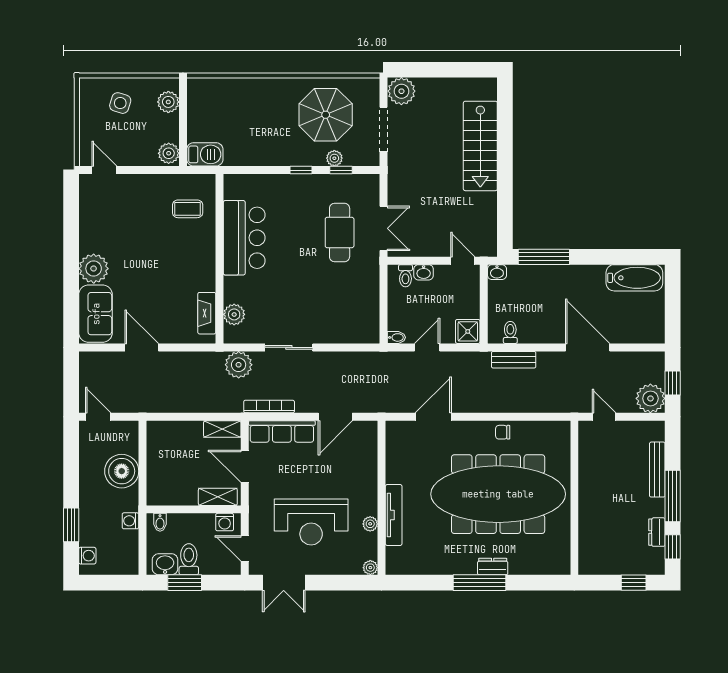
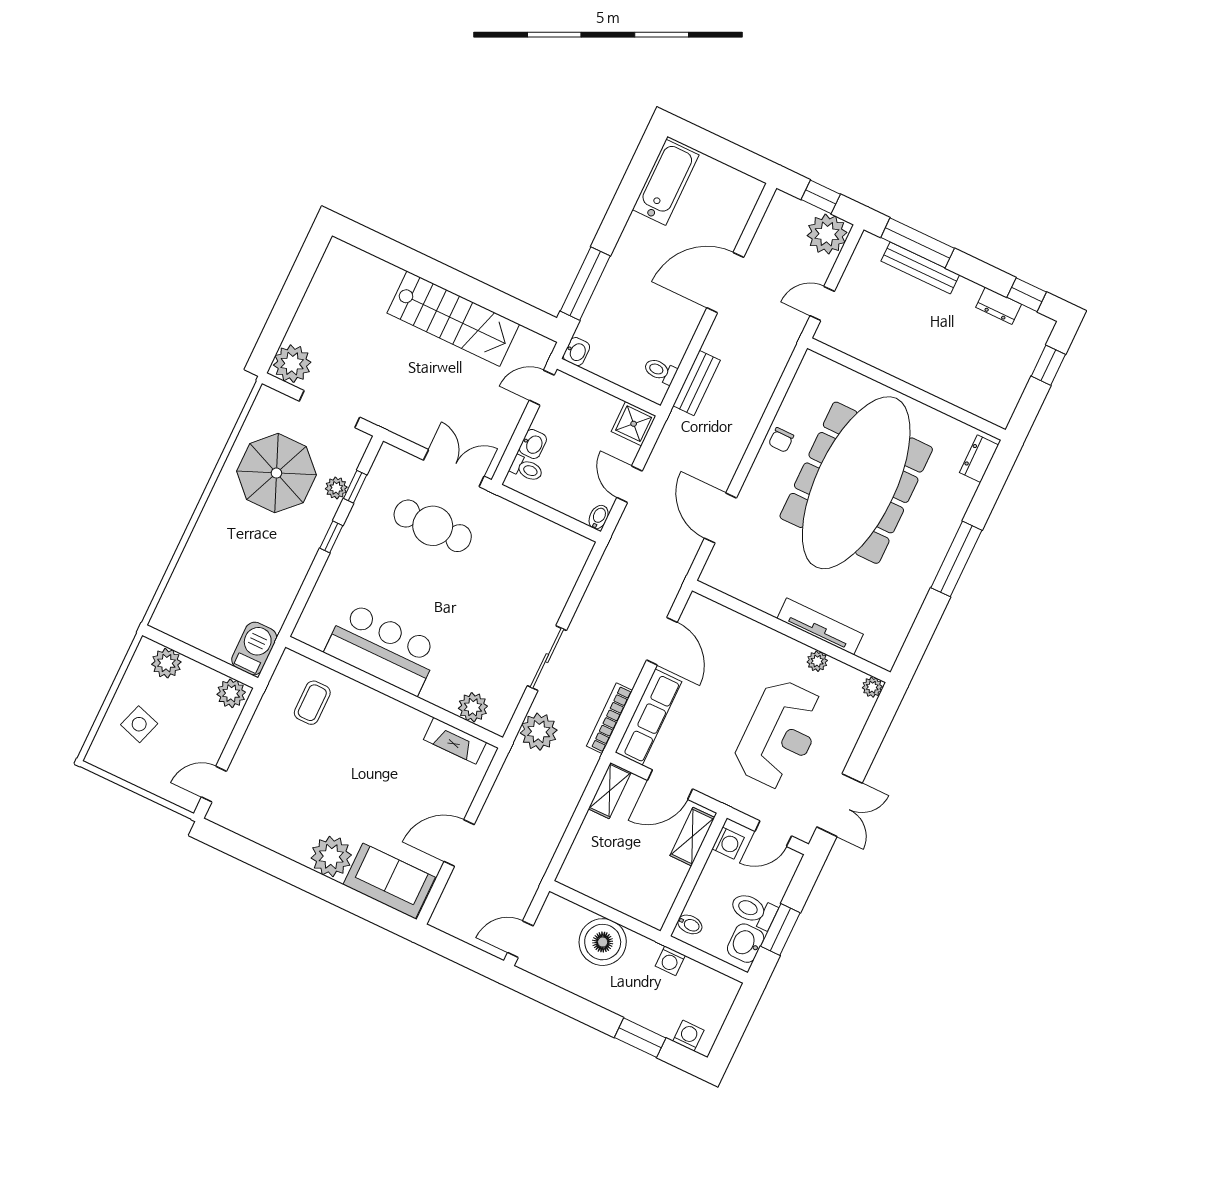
stairs: (480, 146) -> (453, 319), moved
window: (673, 496) -> (918, 243), moved
dresser: (493, 566) -> (979, 459), moved

